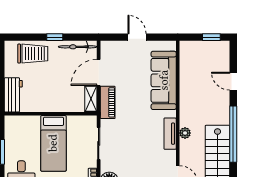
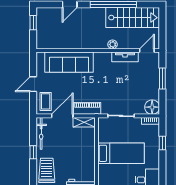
coffee table: (116, 52) -> (46, 101), added
door: (99, 72) -> (62, 116), swing flipped
tv unit: (170, 134) -> (125, 57), moved

